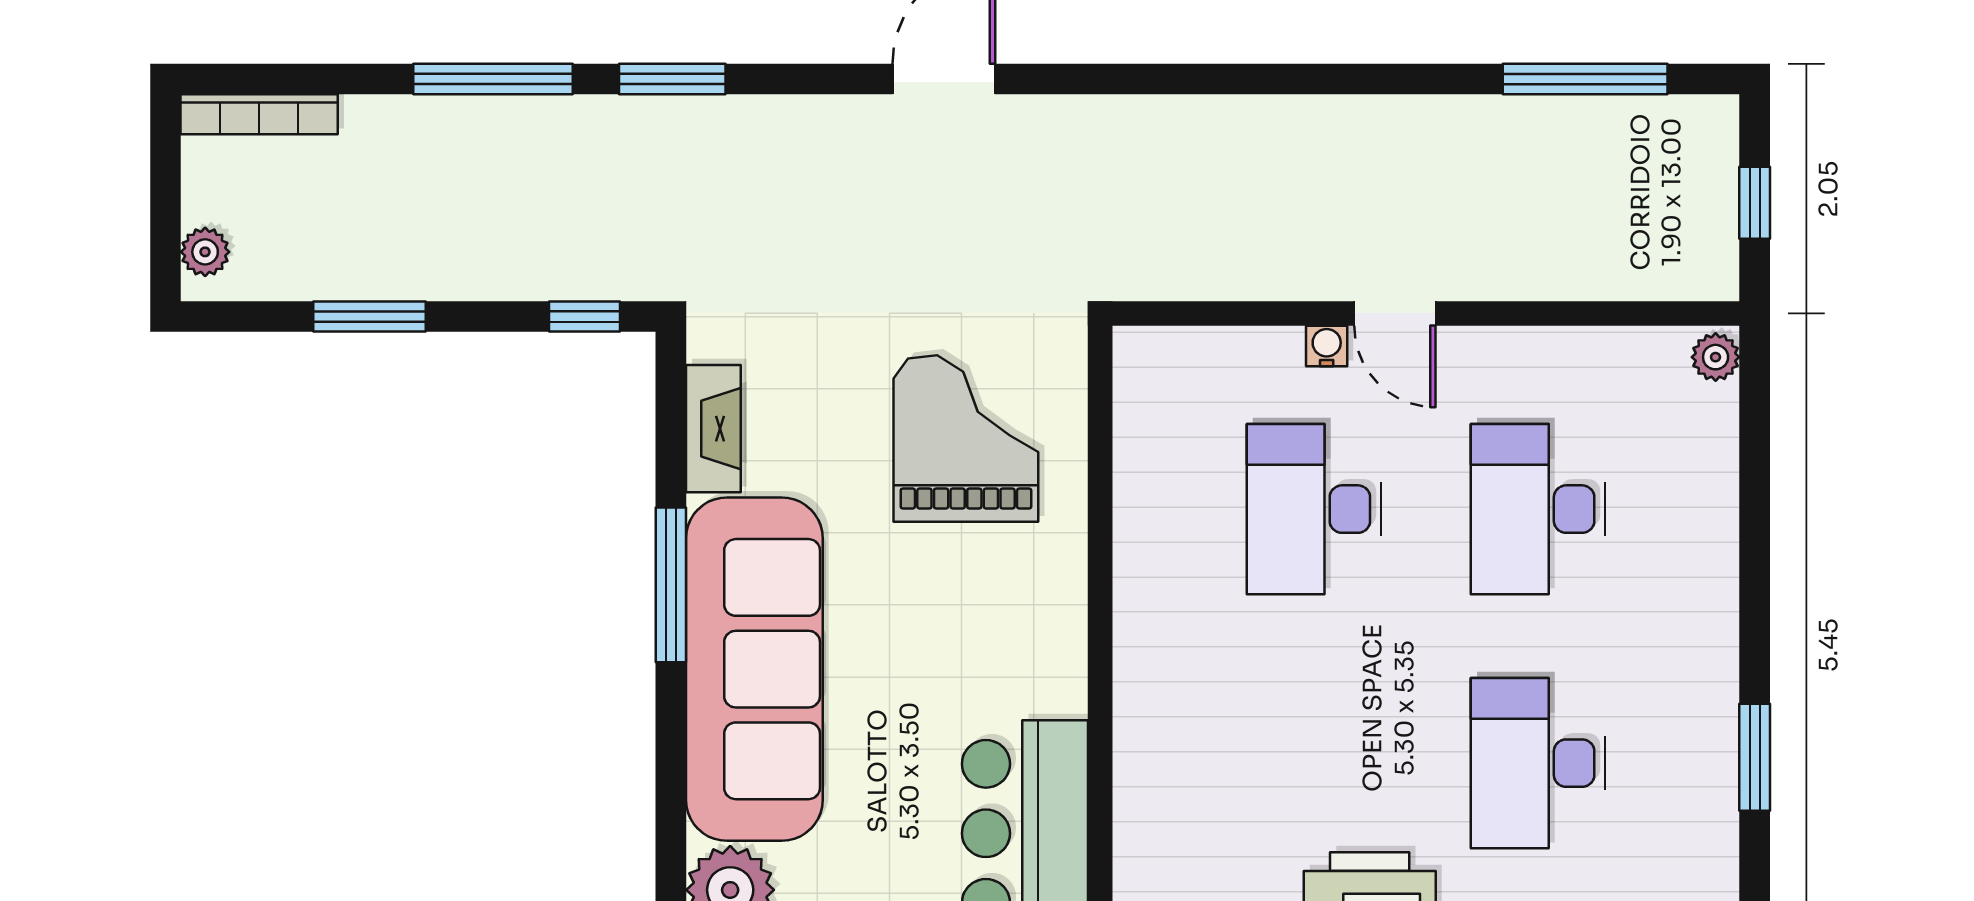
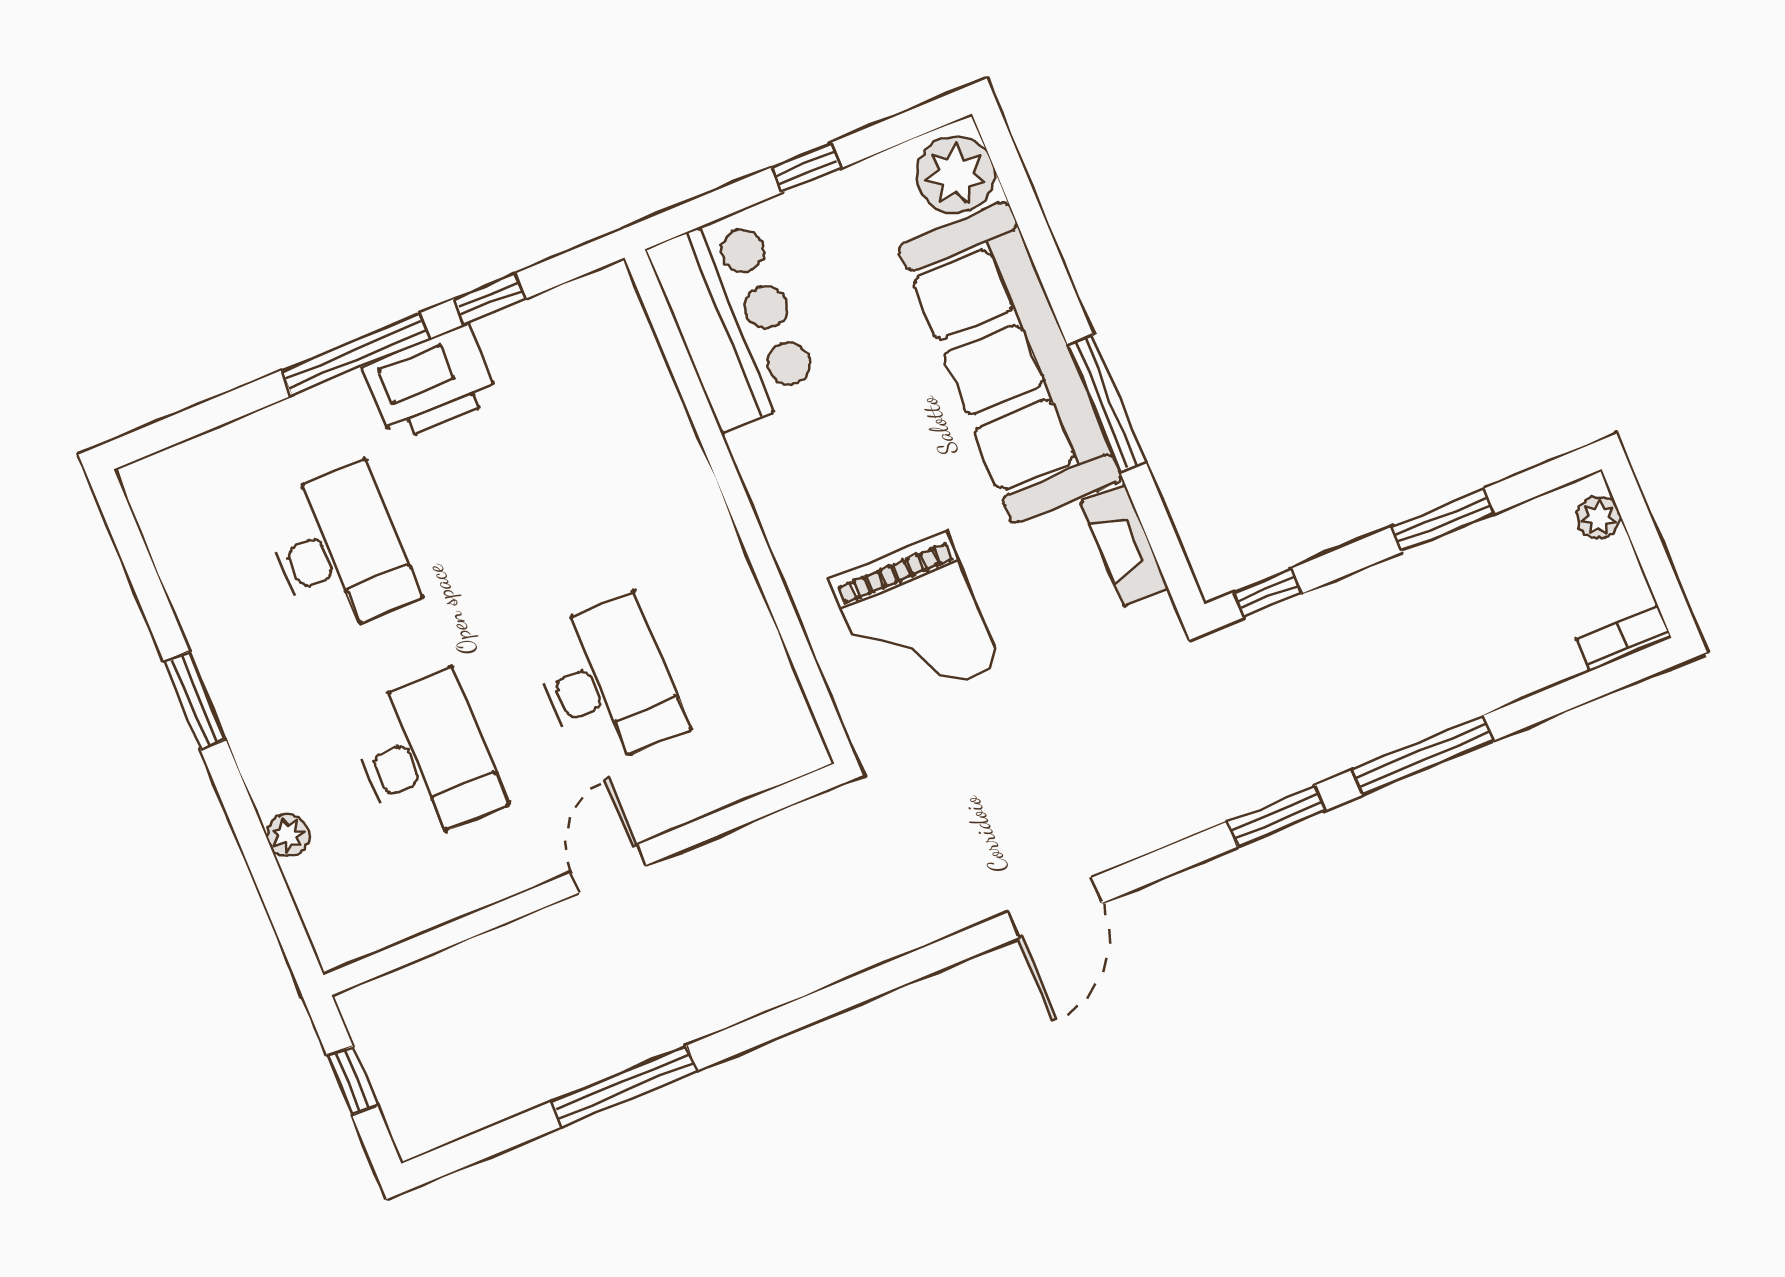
window: (1585, 79) -> (624, 1086), moved
bookcase: (259, 114) -> (1624, 638), width x0.64
door: (1395, 313) -> (608, 869), hinge flipped
water cooler: (1327, 346) -> (653, 819), removed
plant: (1716, 357) -> (288, 835), moved
window: (1755, 757) -> (195, 700), moved

